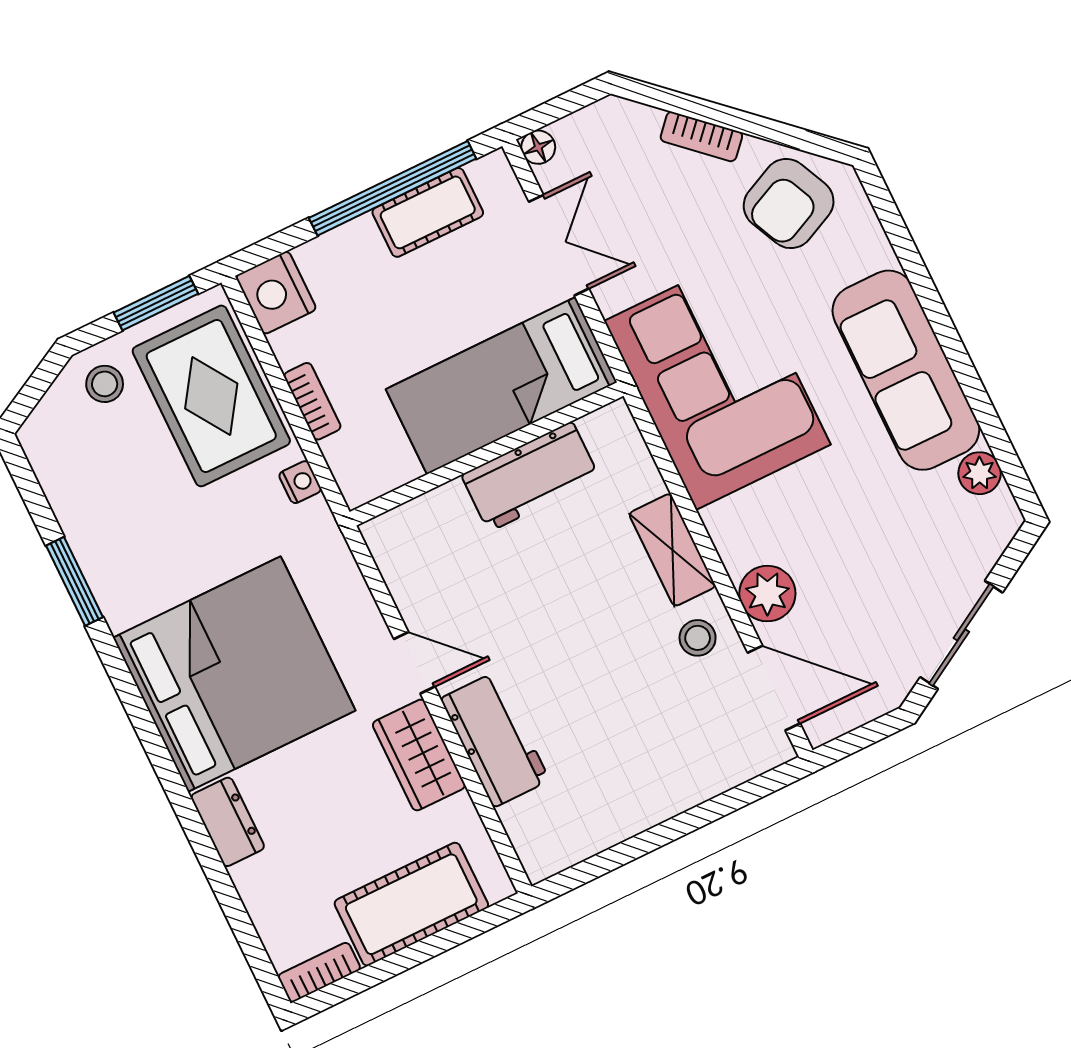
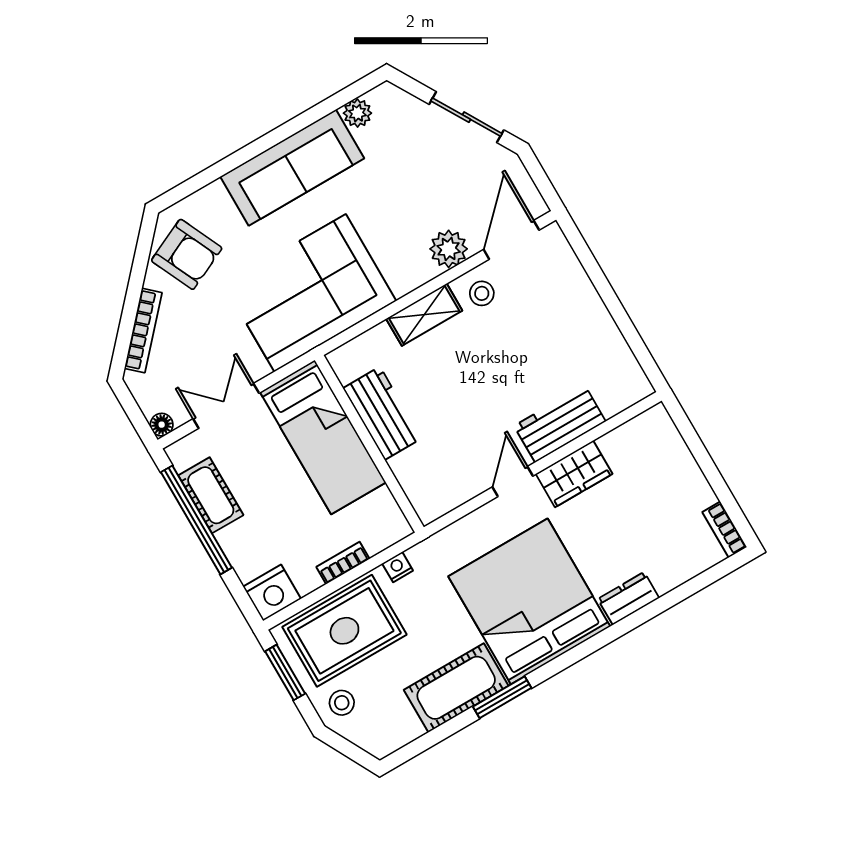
bookcase: (701, 137) -> (143, 330), width x1.56
window: (75, 581) -> (502, 697), moved
cot: (411, 904) -> (456, 688), moved, turned 90

